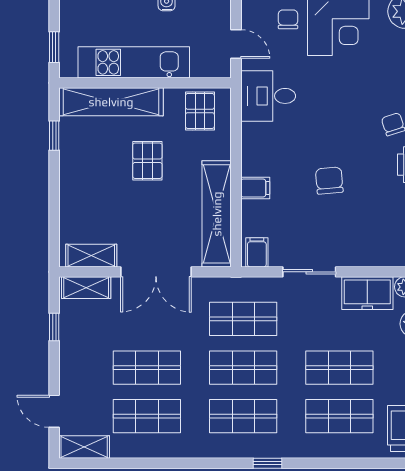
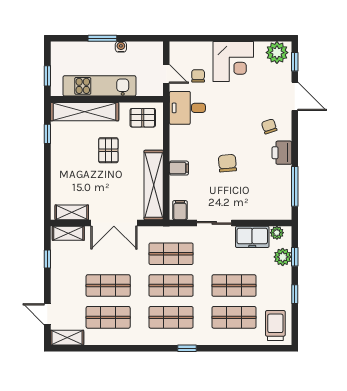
chair: (288, 19) -> (198, 76), moved
pallet: (200, 111) -> (143, 118), turned 90

